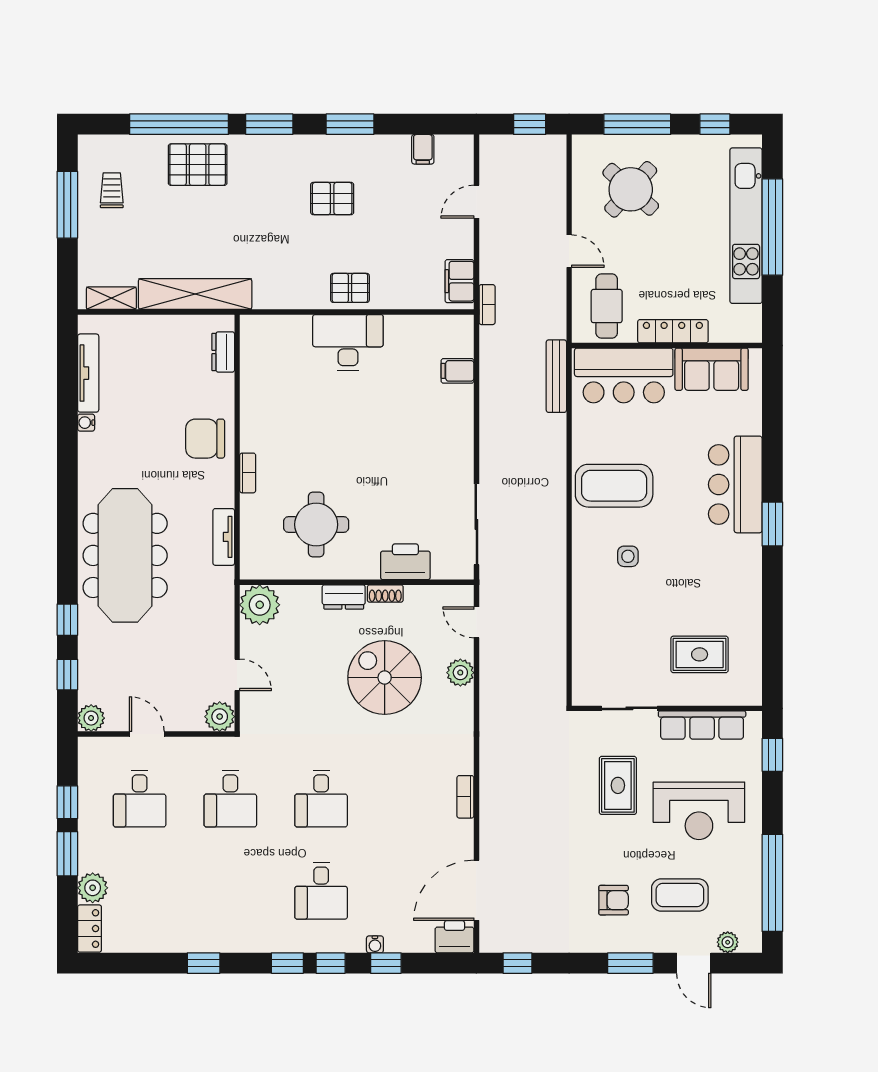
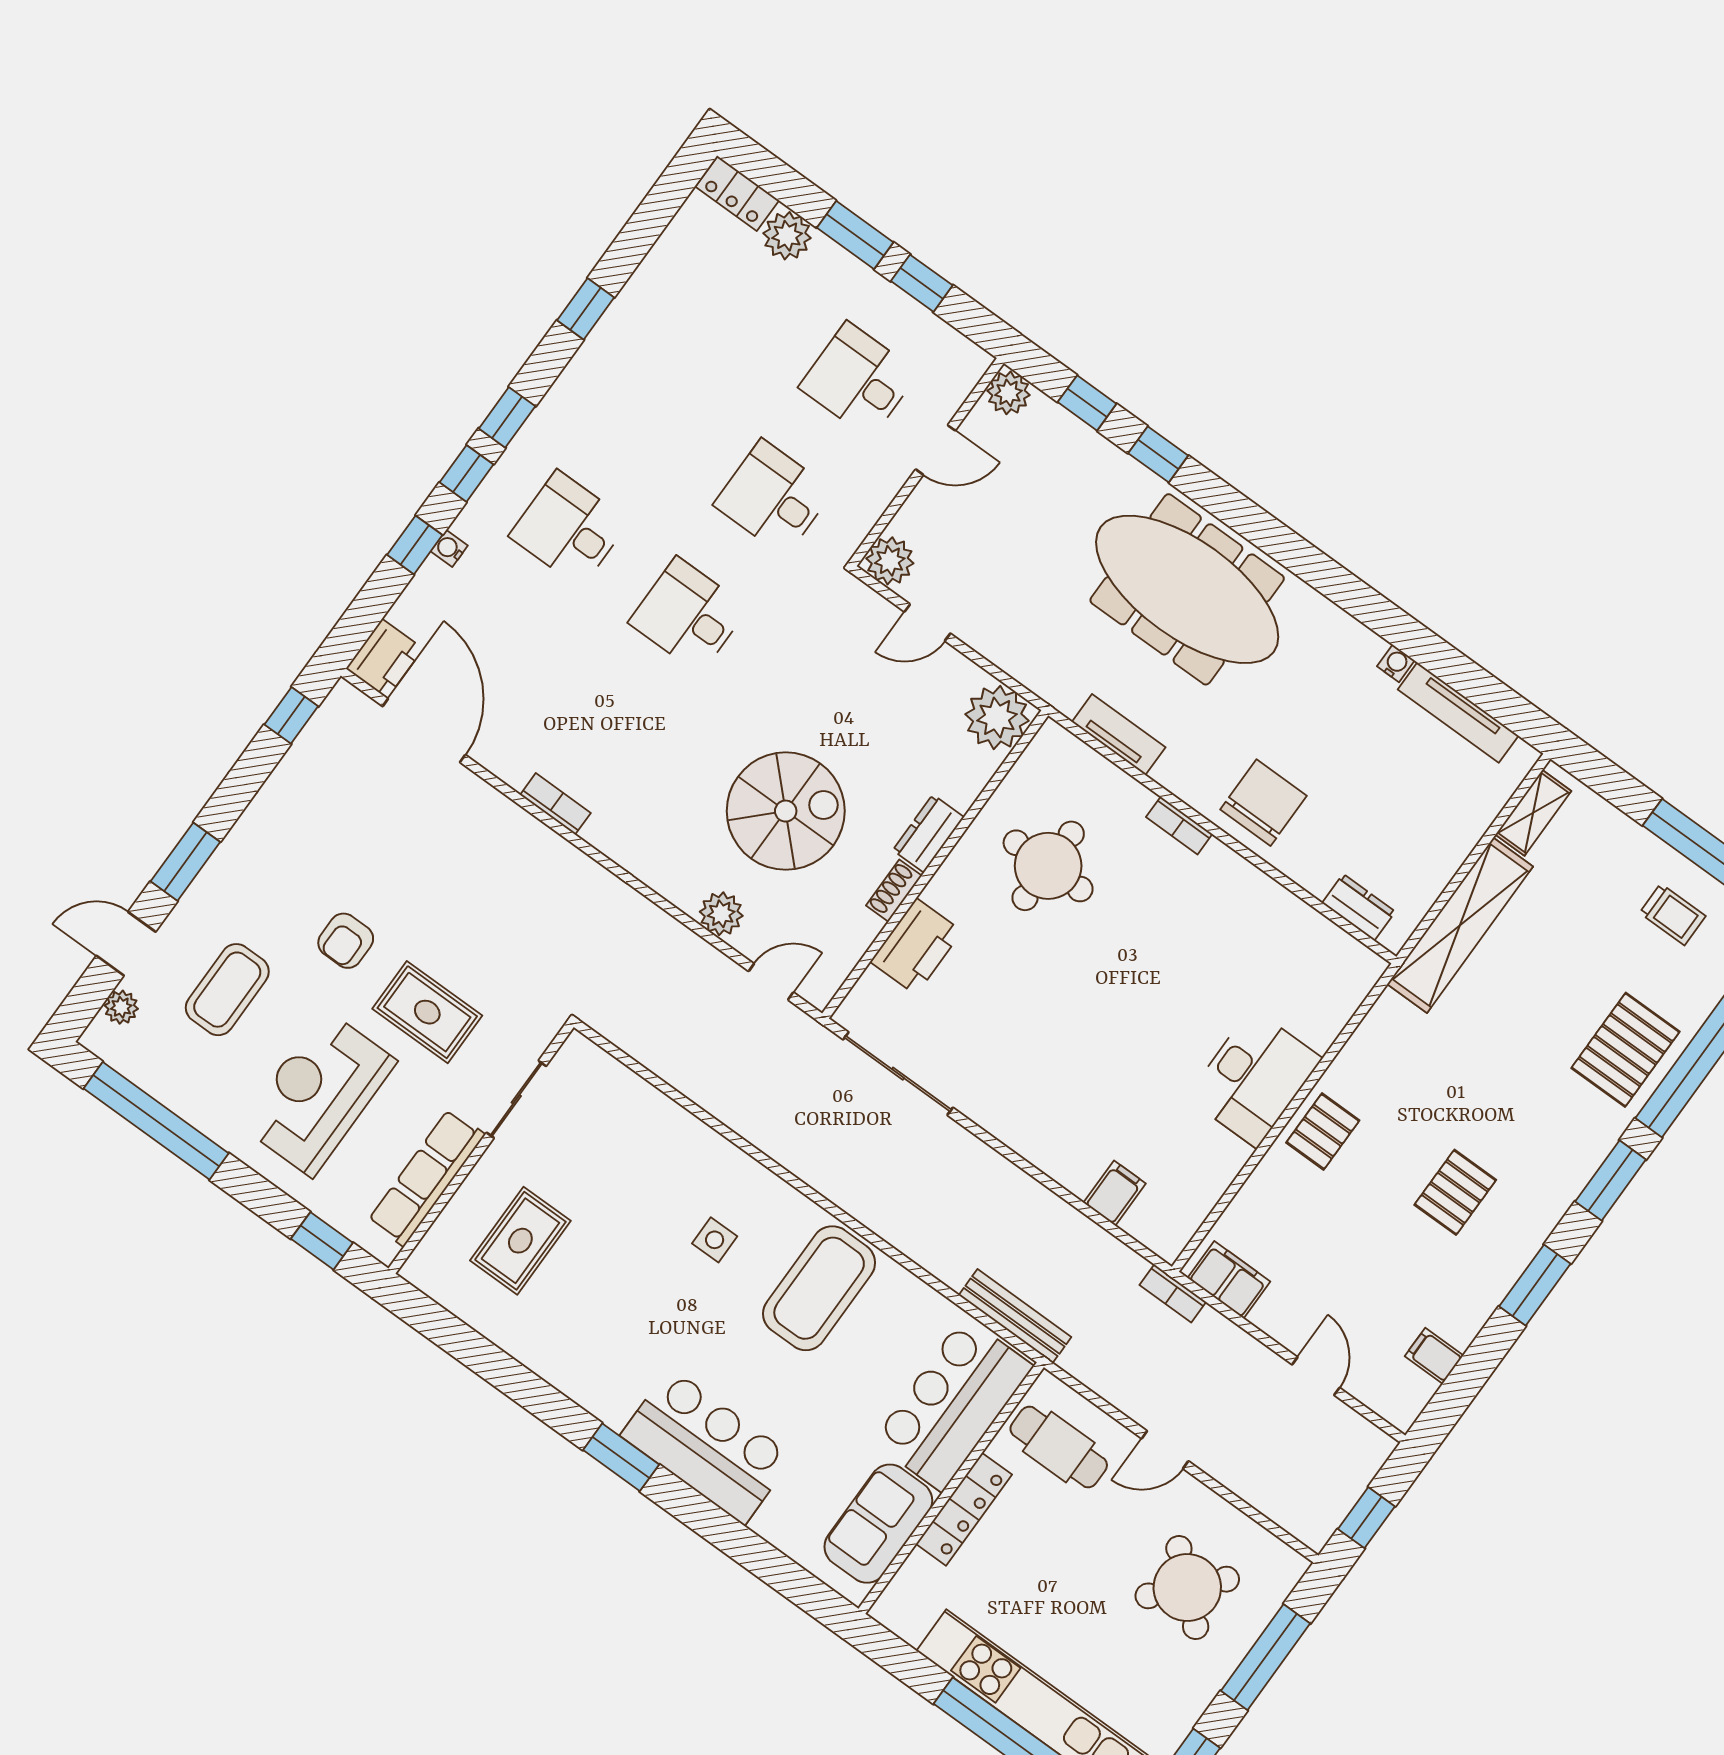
armchair: (614, 900) -> (346, 941), moved

